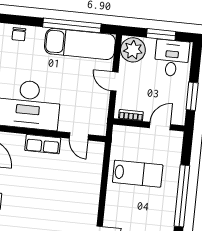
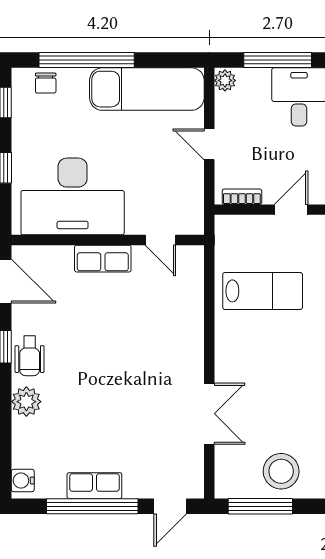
window: (72, 25) -> (87, 60), moved
window: (161, 34) -> (278, 60), width x1.44
plant: (133, 50) -> (225, 80), width x0.53, depth x0.53

